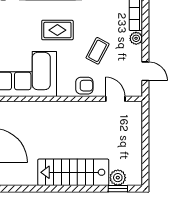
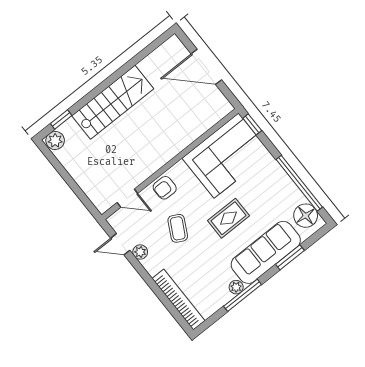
plant: (136, 38) -> (140, 252), moved
plant: (118, 178) -> (55, 141), moved

